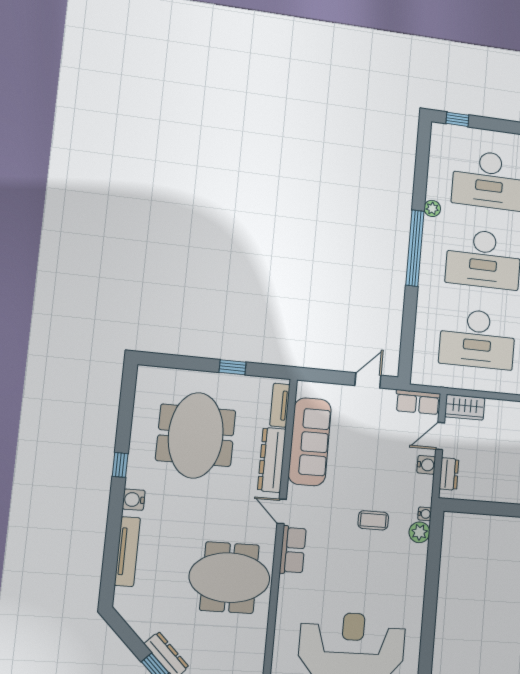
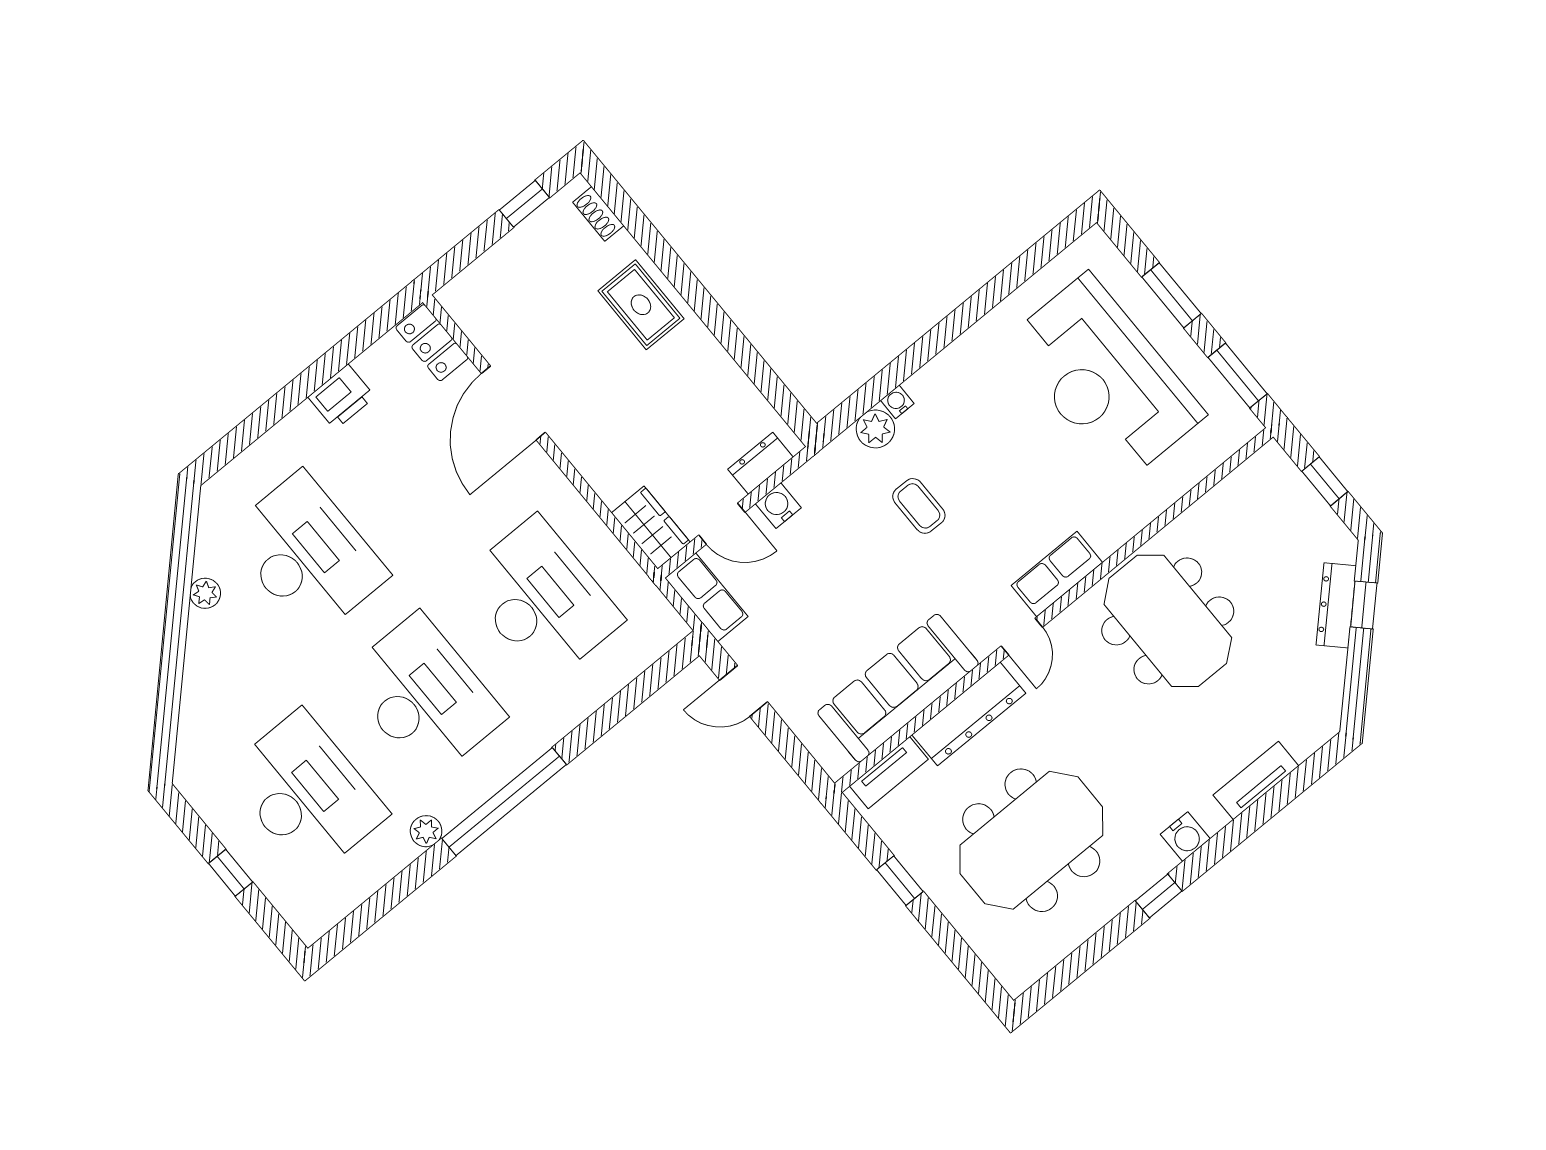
window: (457, 119) -> (231, 873), moved
water cooler: (425, 514) -> (897, 402), moved
tv unit: (127, 552) -> (1256, 780), width x0.71

